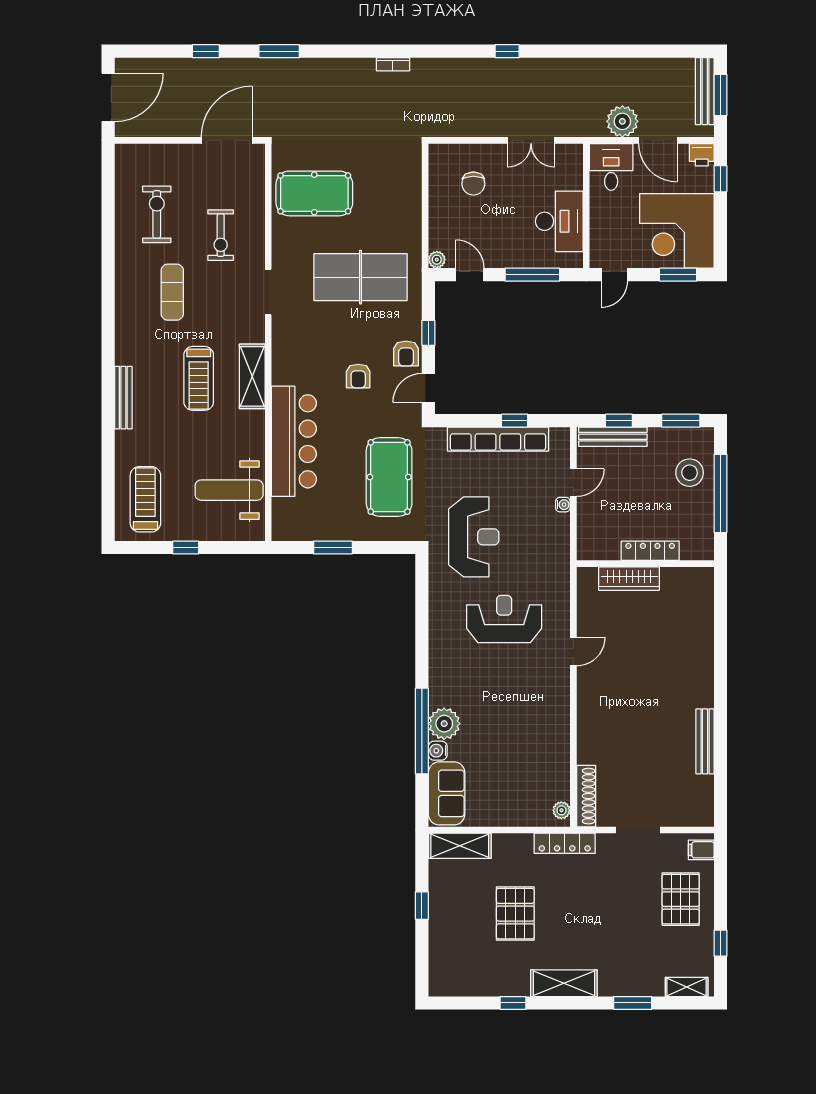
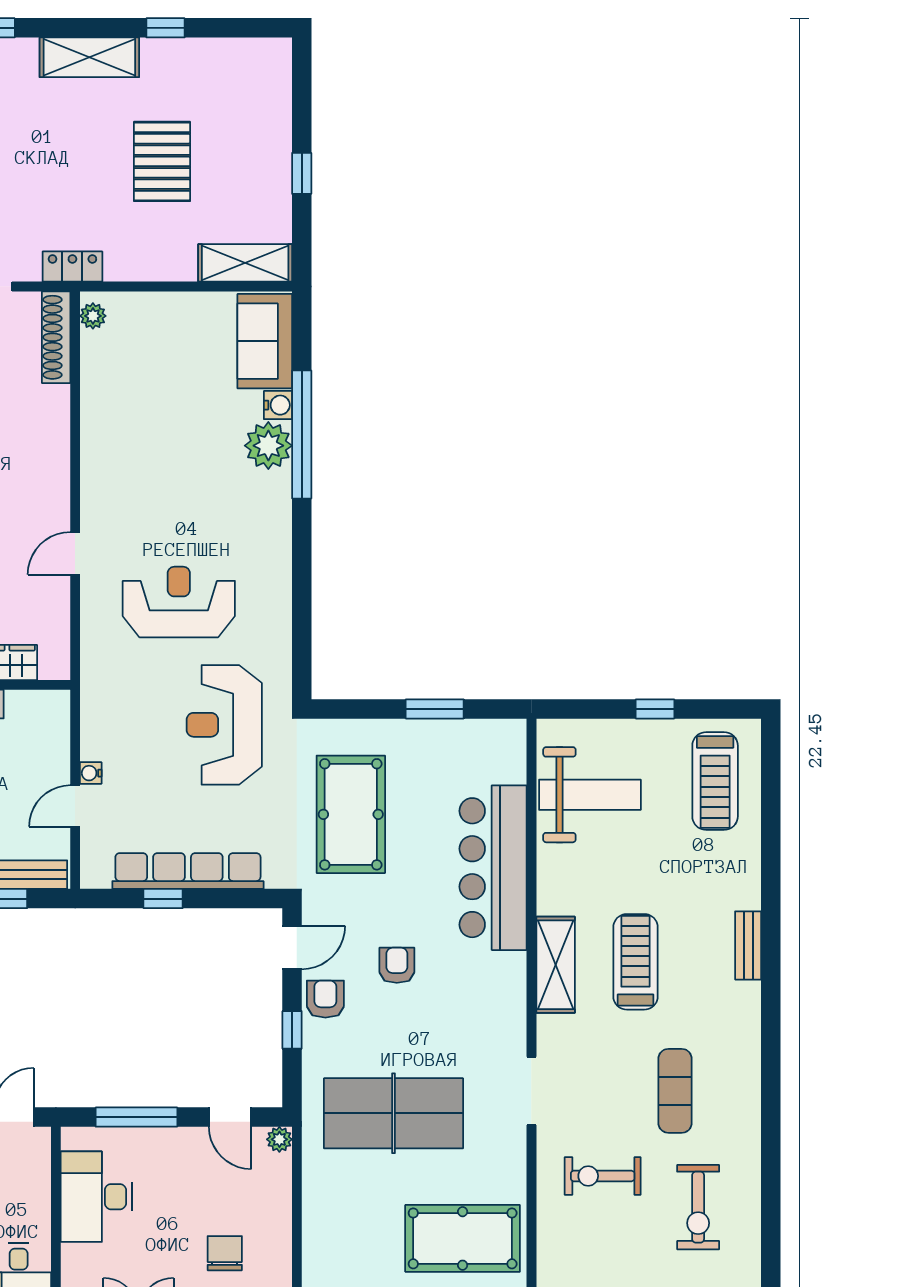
exercise bike: (221, 235) -> (603, 1176), turned -90
bench: (123, 398) -> (748, 945), width x0.73
reception desk: (504, 619) -> (179, 602), turned 180
locker: (565, 843) -> (72, 267), width x0.66

